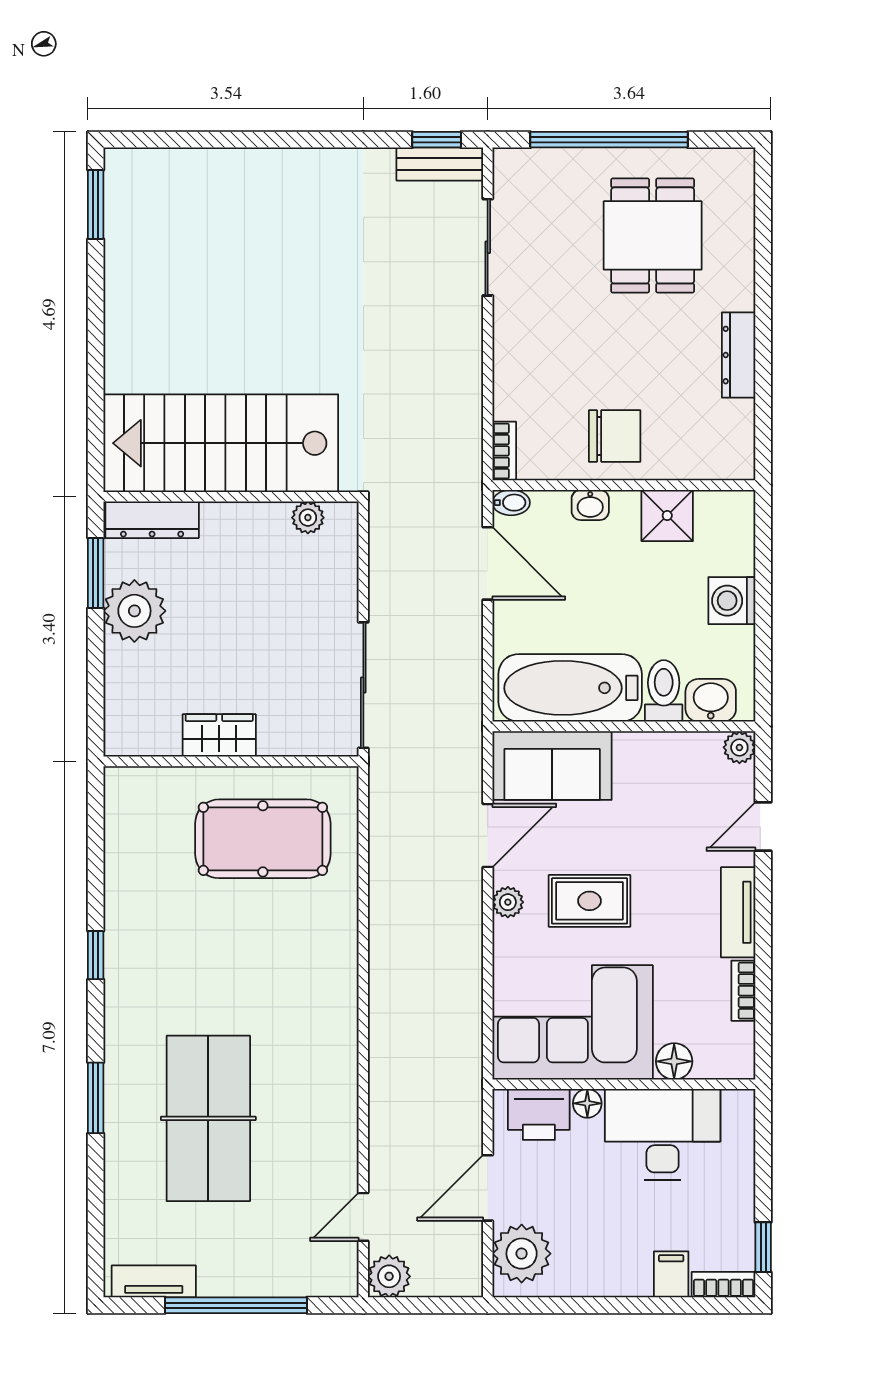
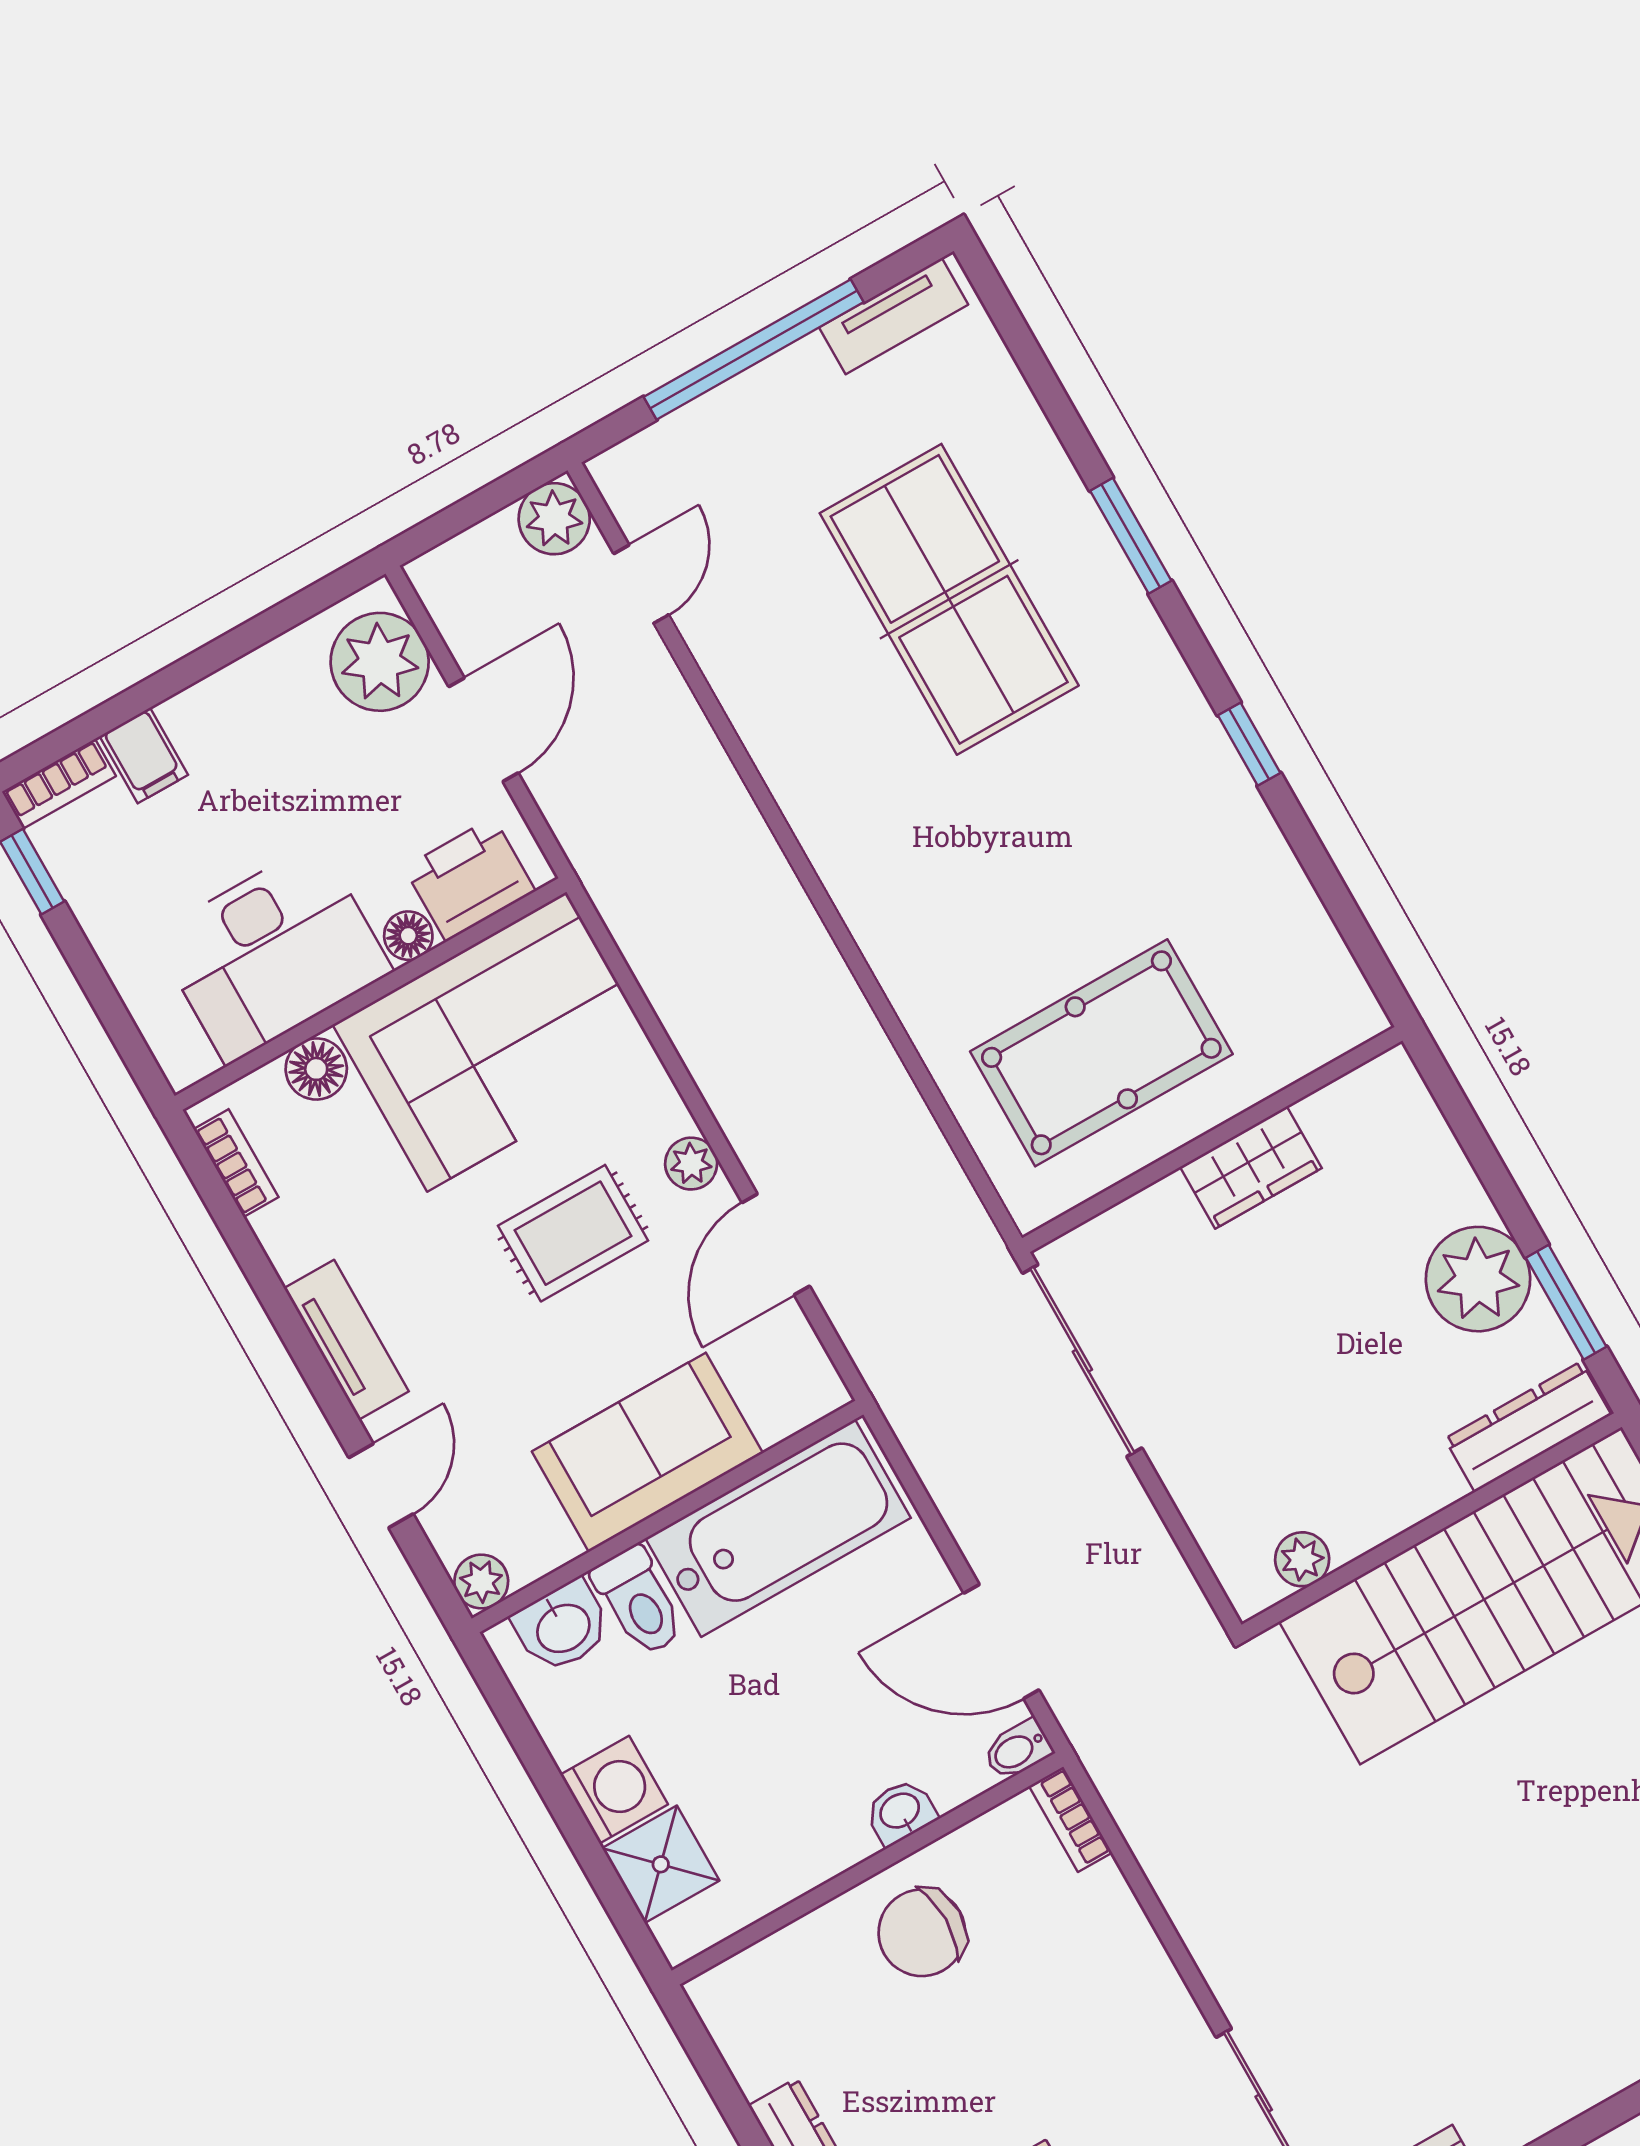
shower: (667, 516) -> (661, 1864), moved
sofa: (552, 766) -> (647, 1452), moved
bookcase: (743, 991) -> (236, 1163), moved

